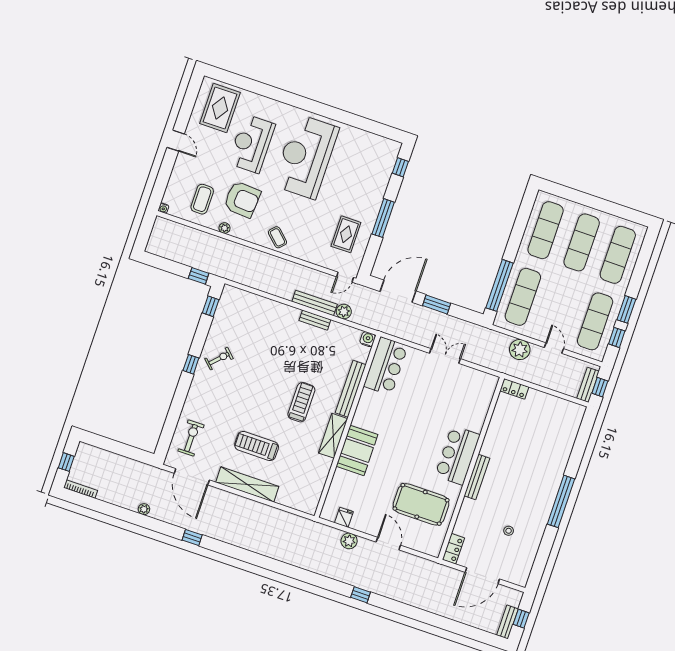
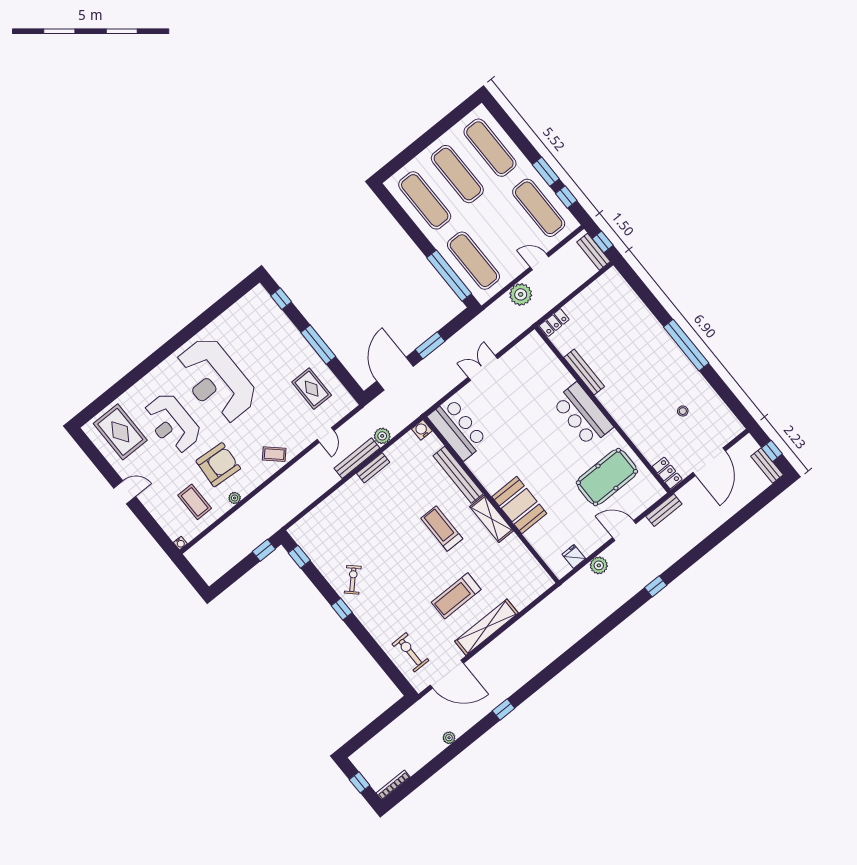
door: (345, 277) -> (325, 435), moved
bench: (477, 477) -> (584, 372), moved
bench: (423, 564) -> (664, 510), added

